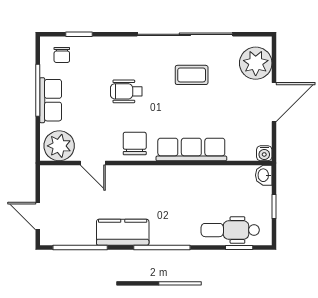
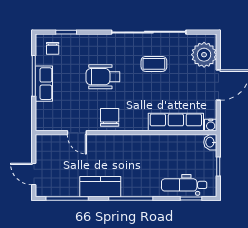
wheelchair: (126, 91) -> (103, 77), width x1.36, depth x1.37
plant: (59, 146) -> (51, 119), removed
row of seats: (191, 149) -> (176, 122), moved

